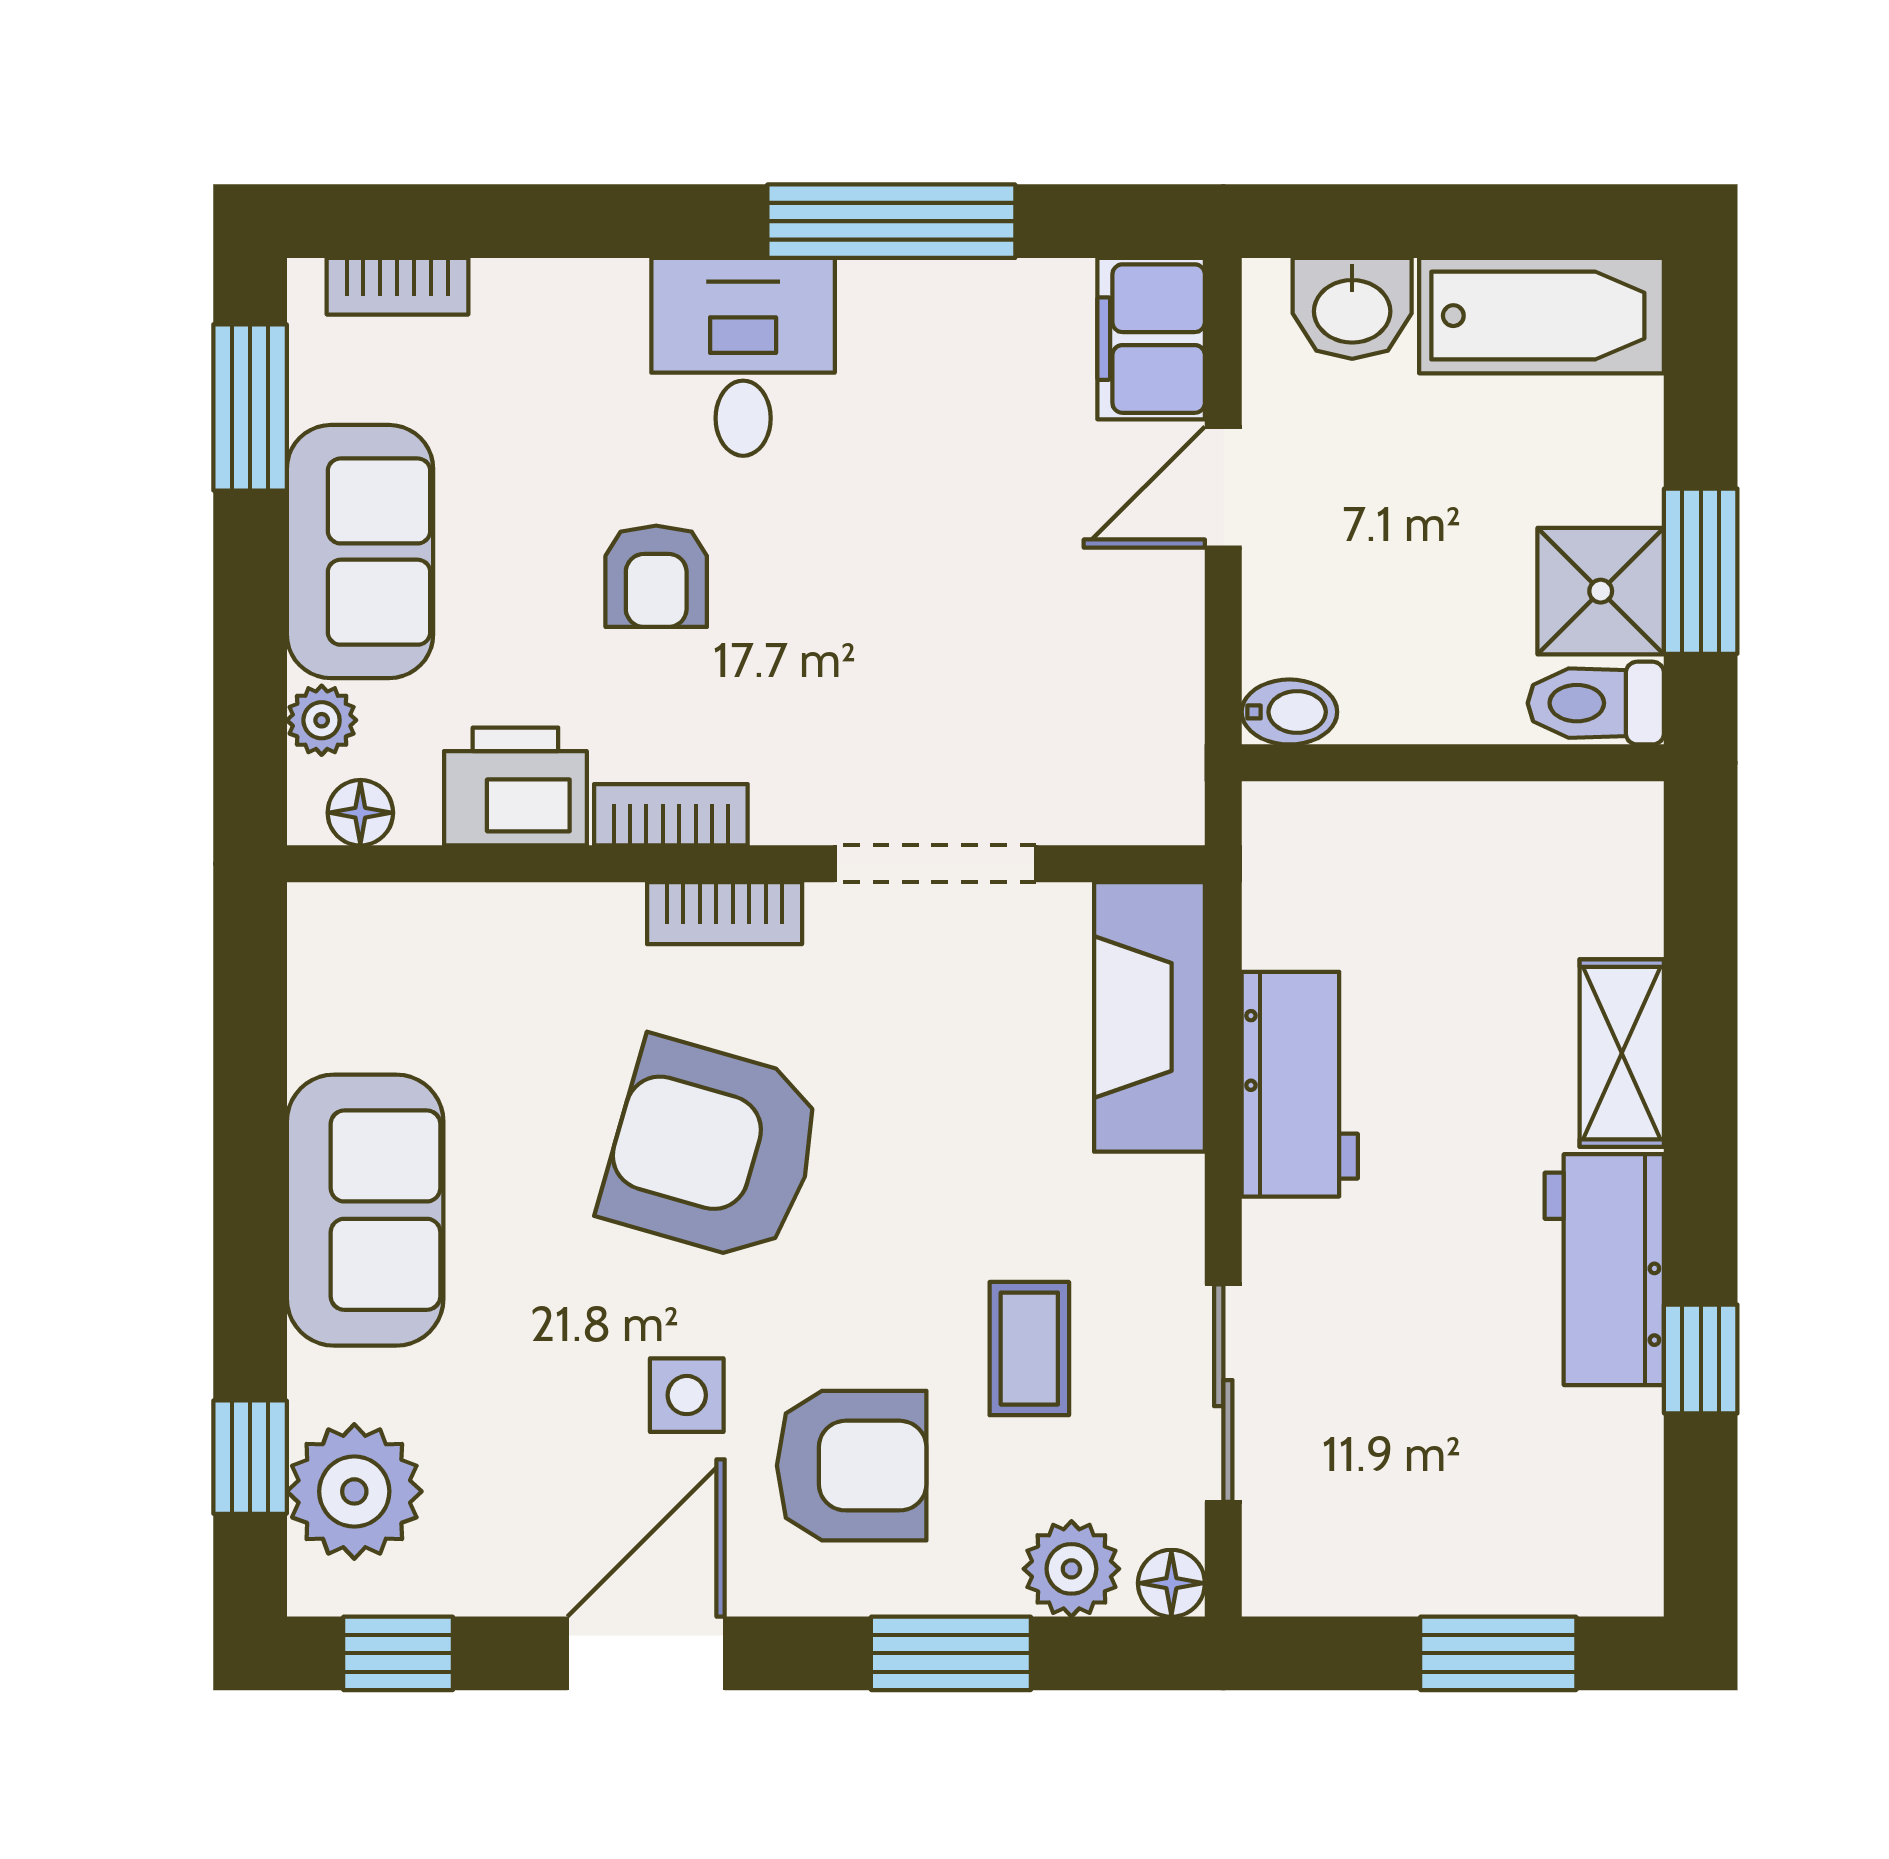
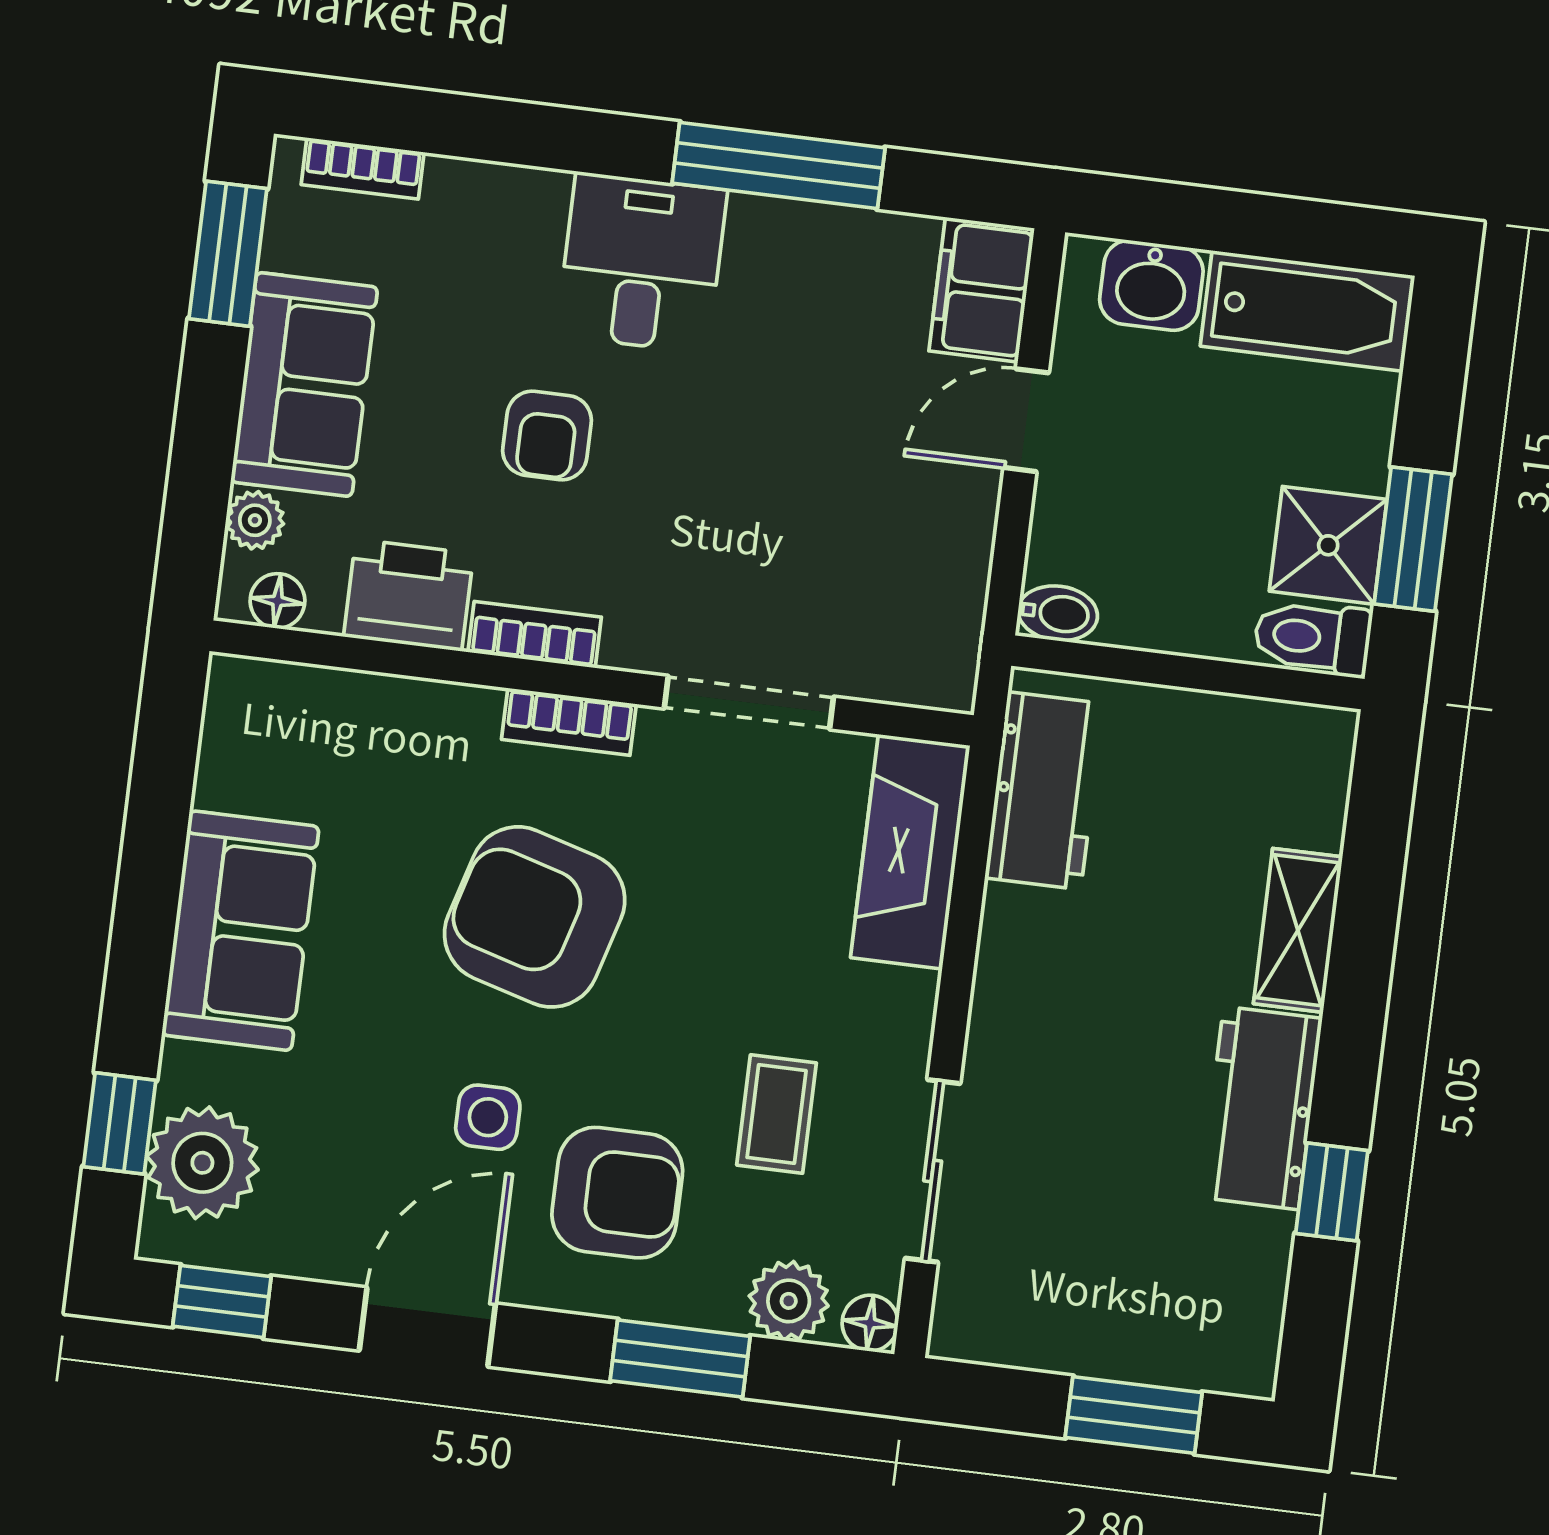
workbench: (1300, 1084) -> (1044, 791), moved

